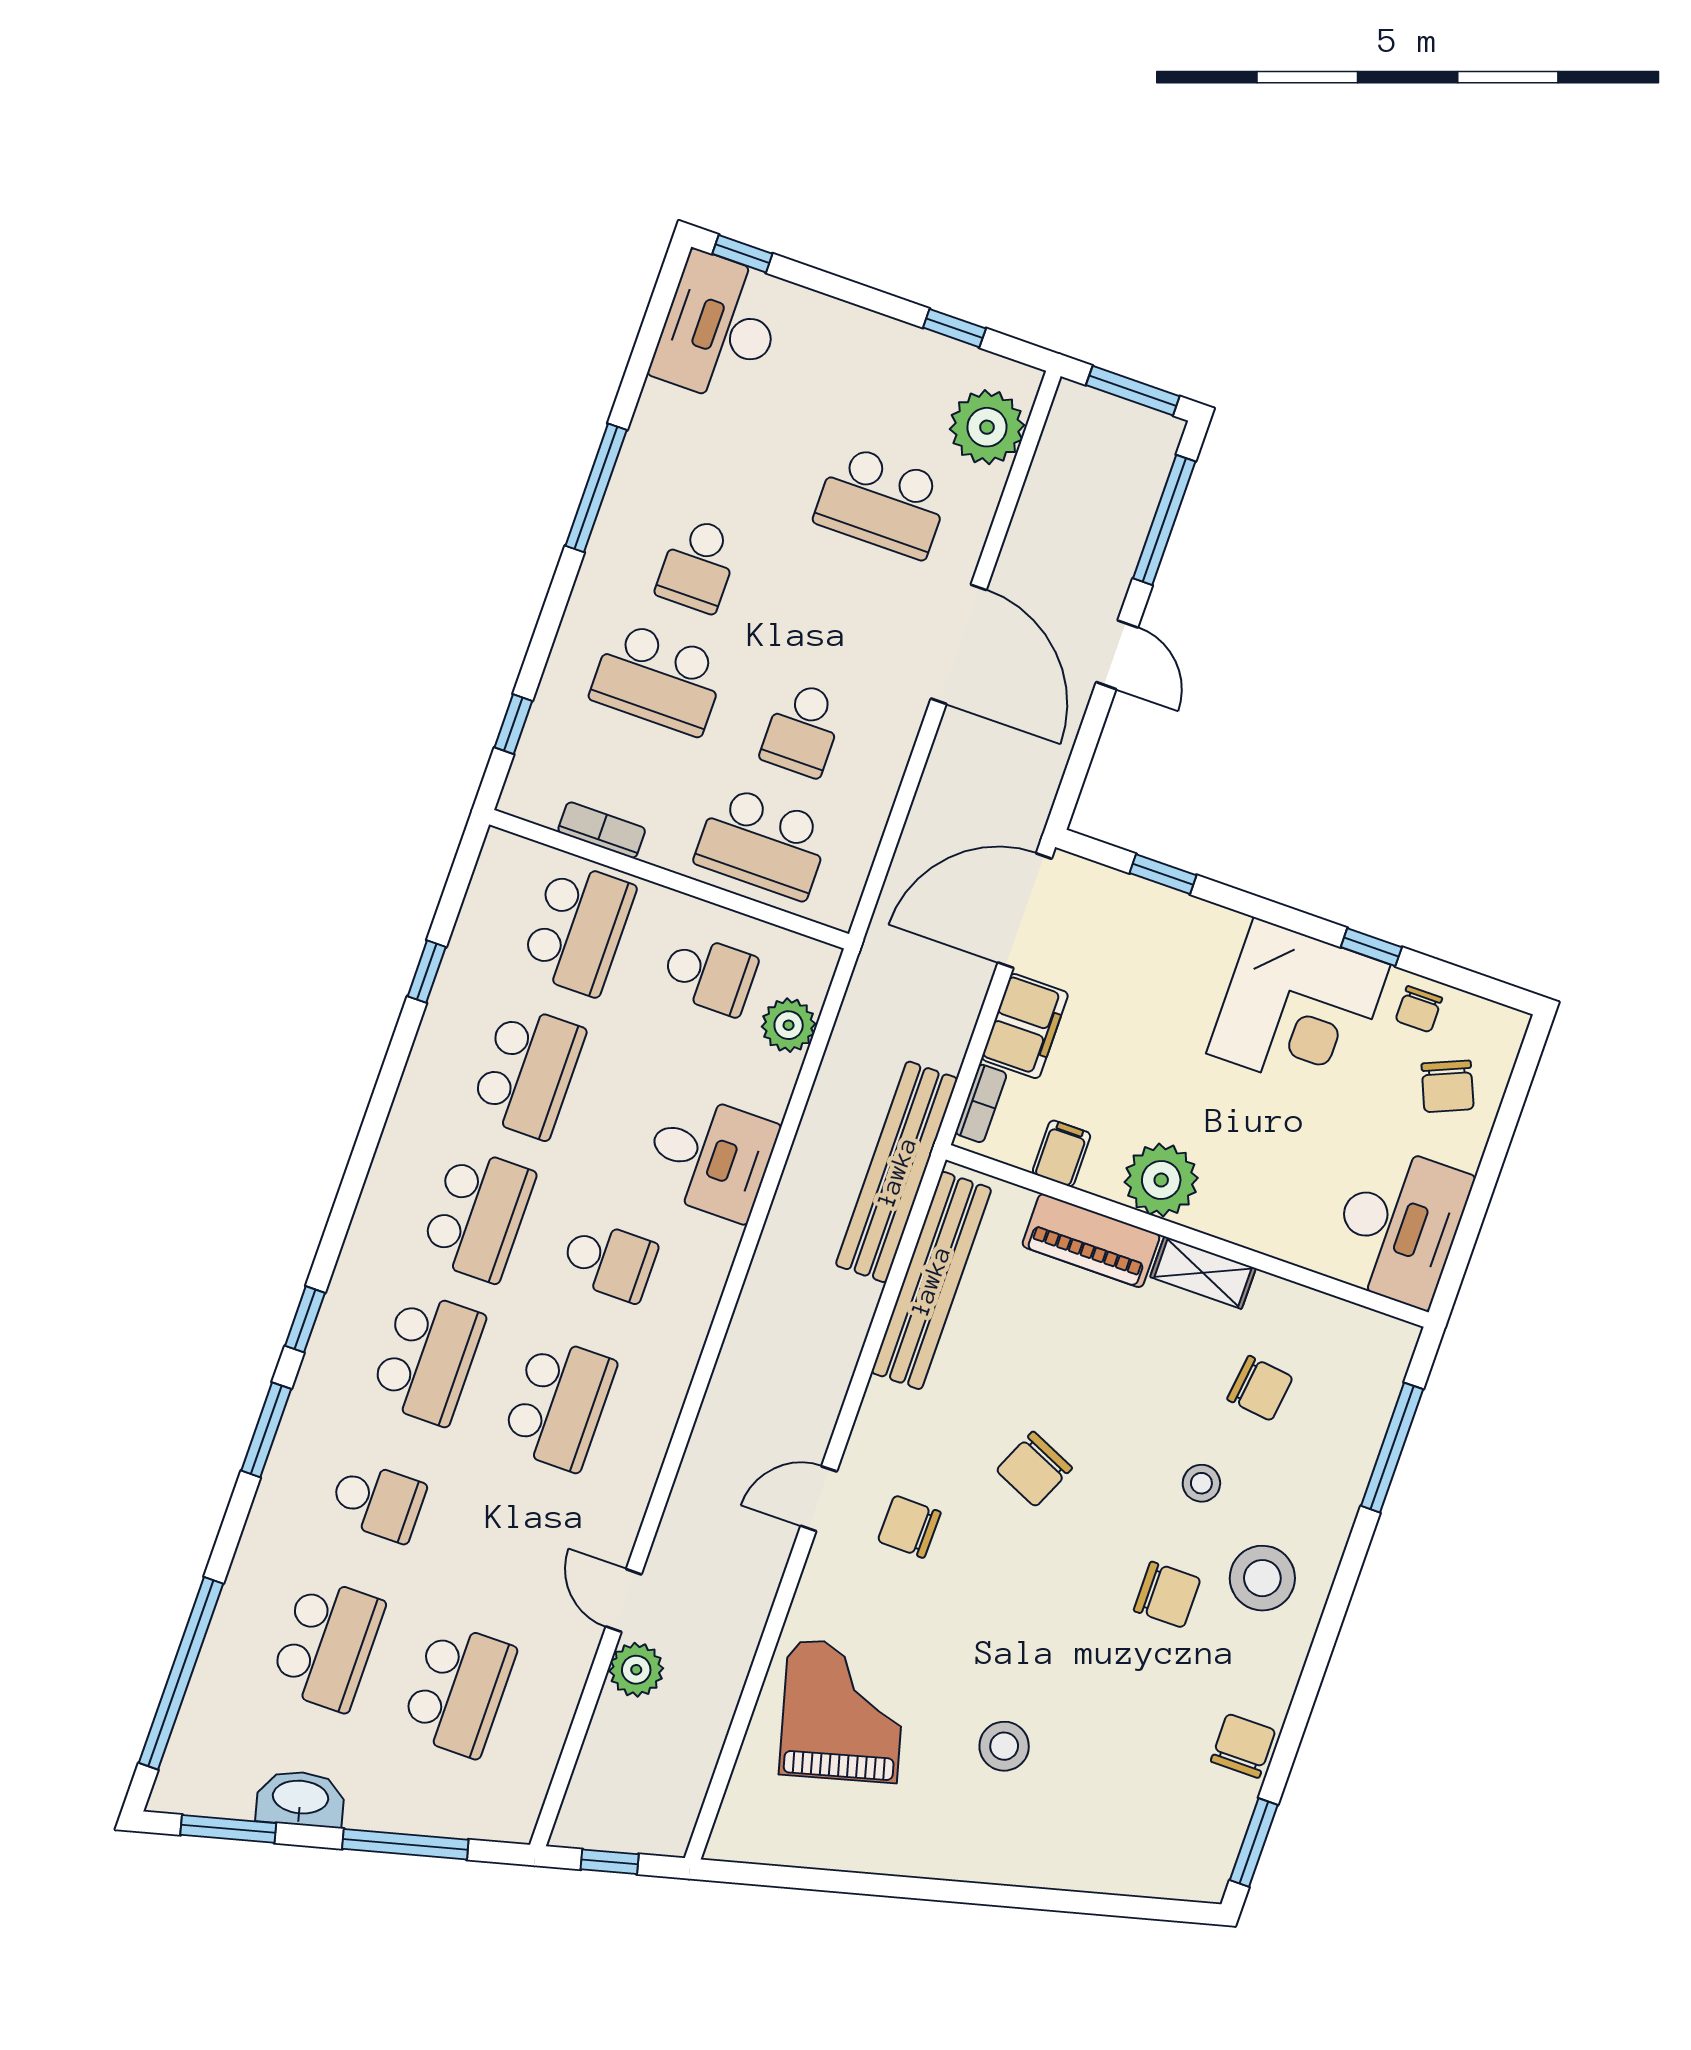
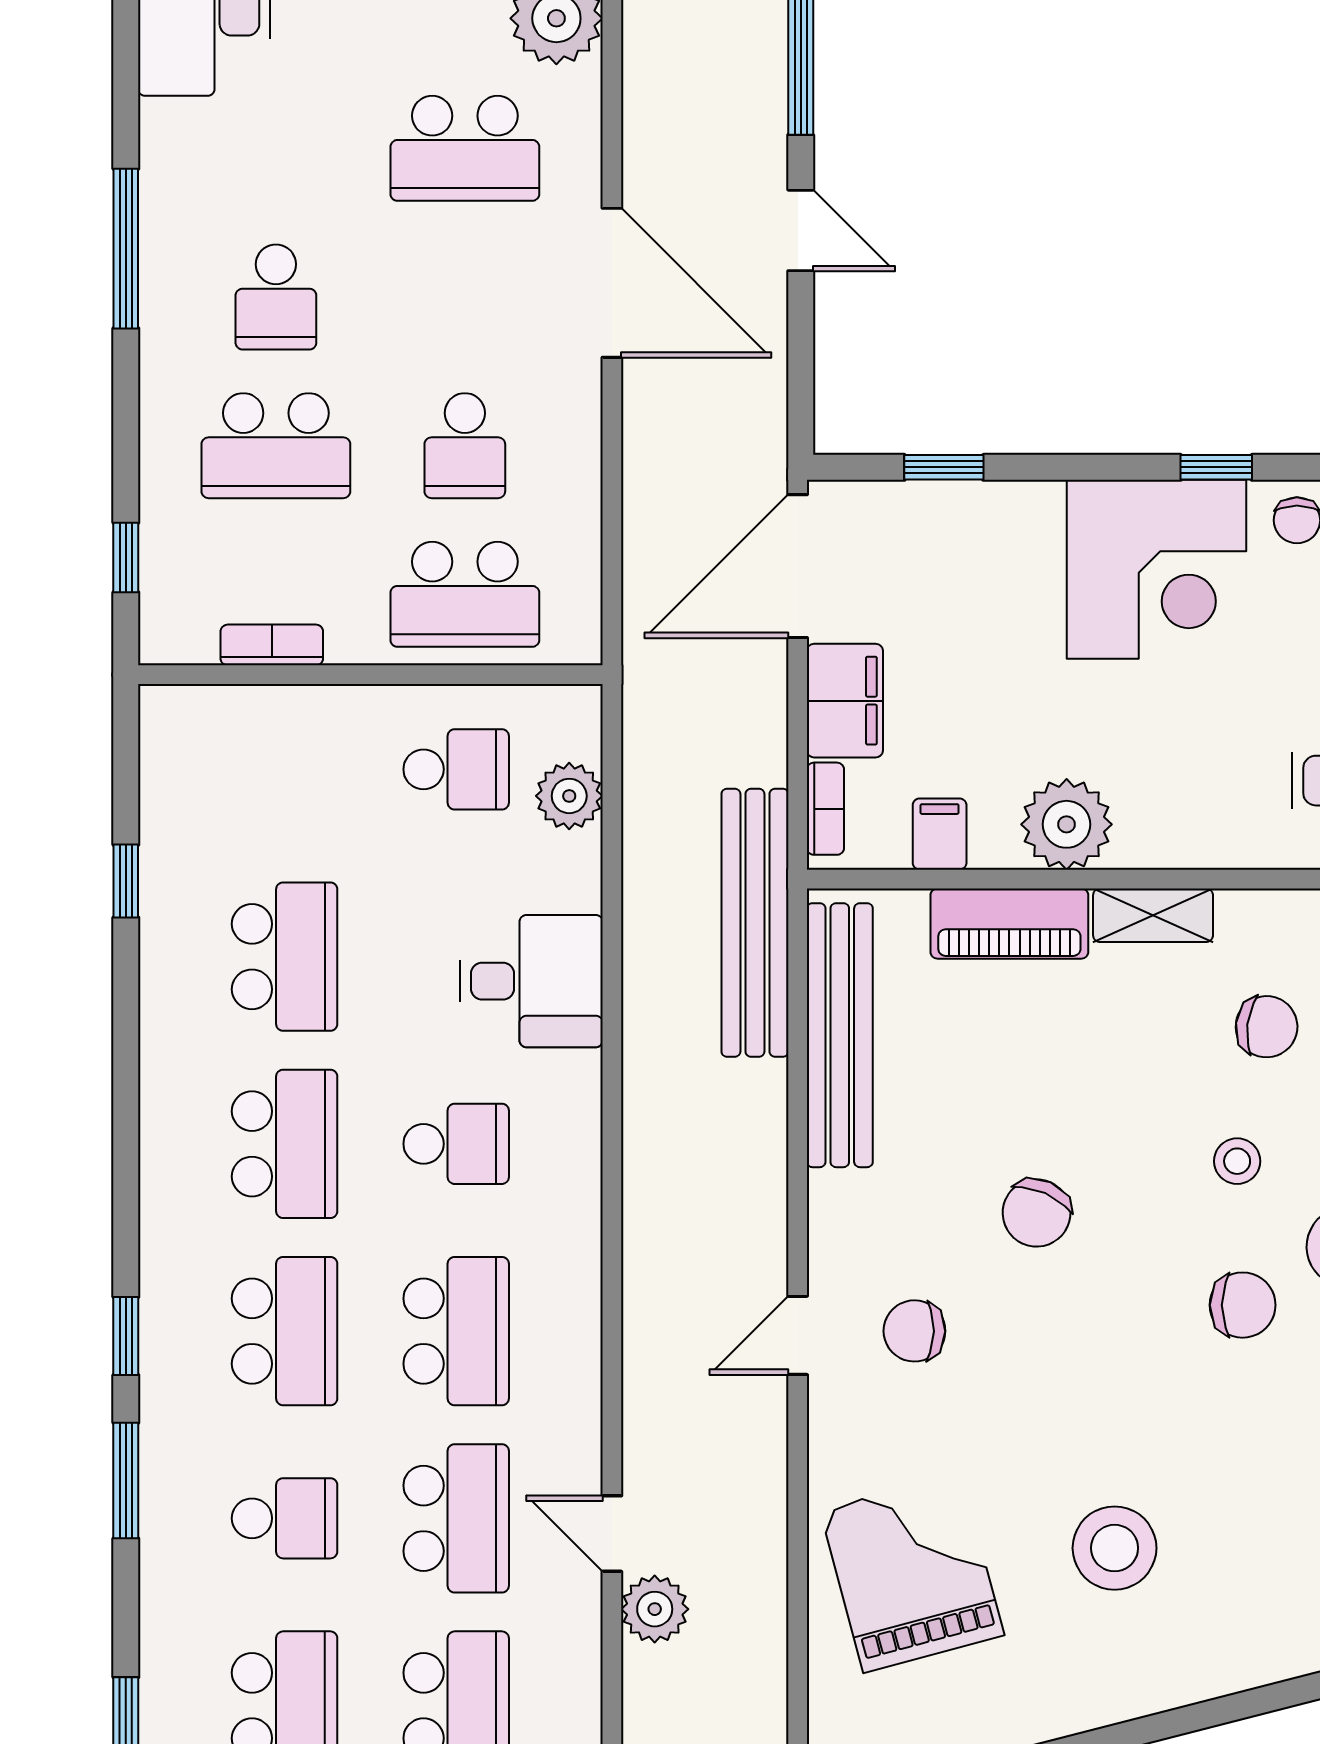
school desk: (578, 929) -> (456, 1518), moved
stool: (1004, 1746) -> (1115, 1548), width x1.38, depth x1.38

